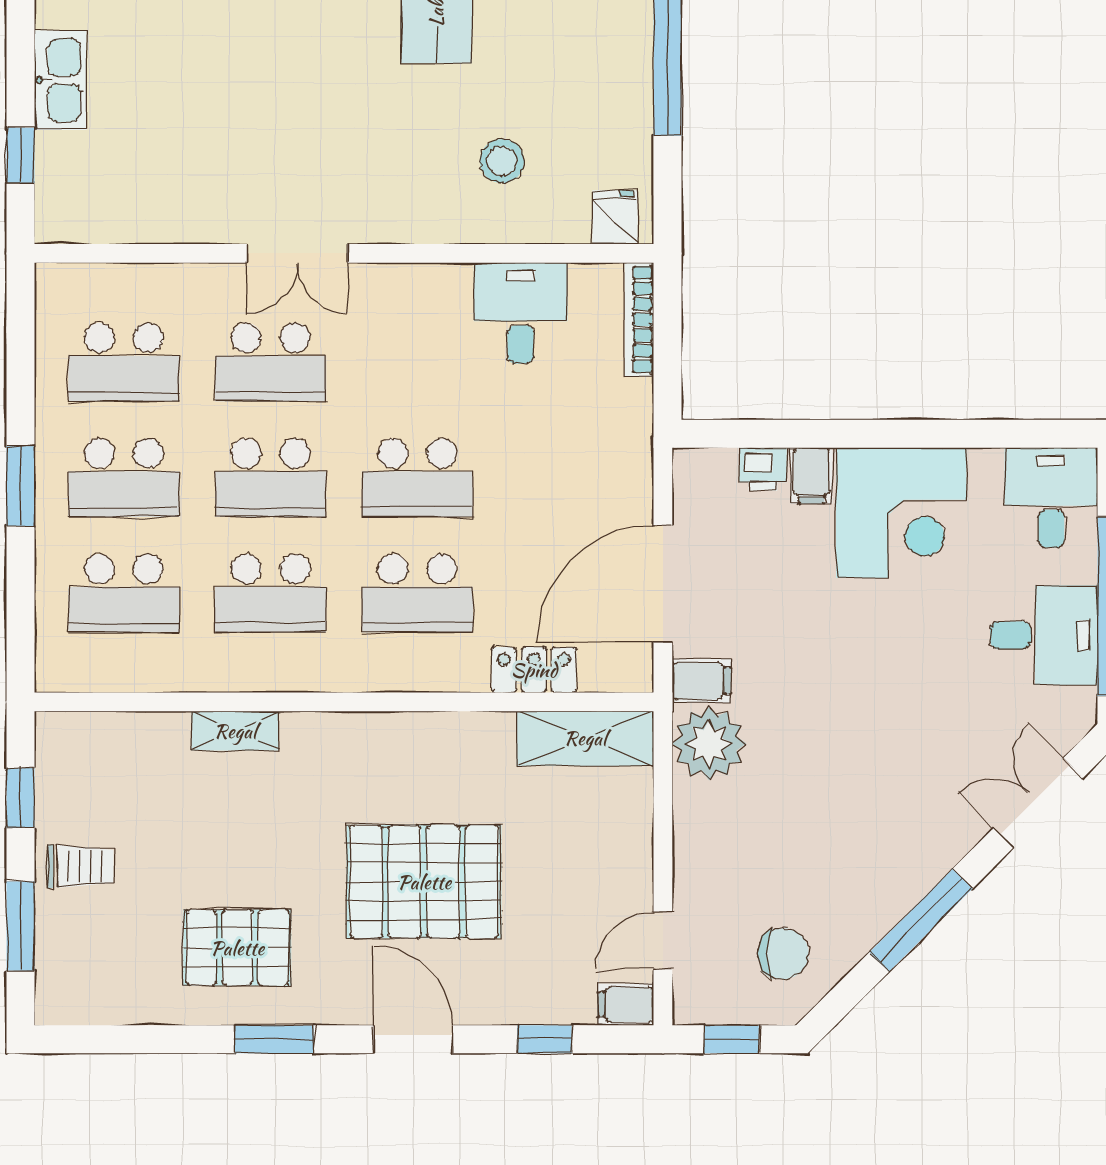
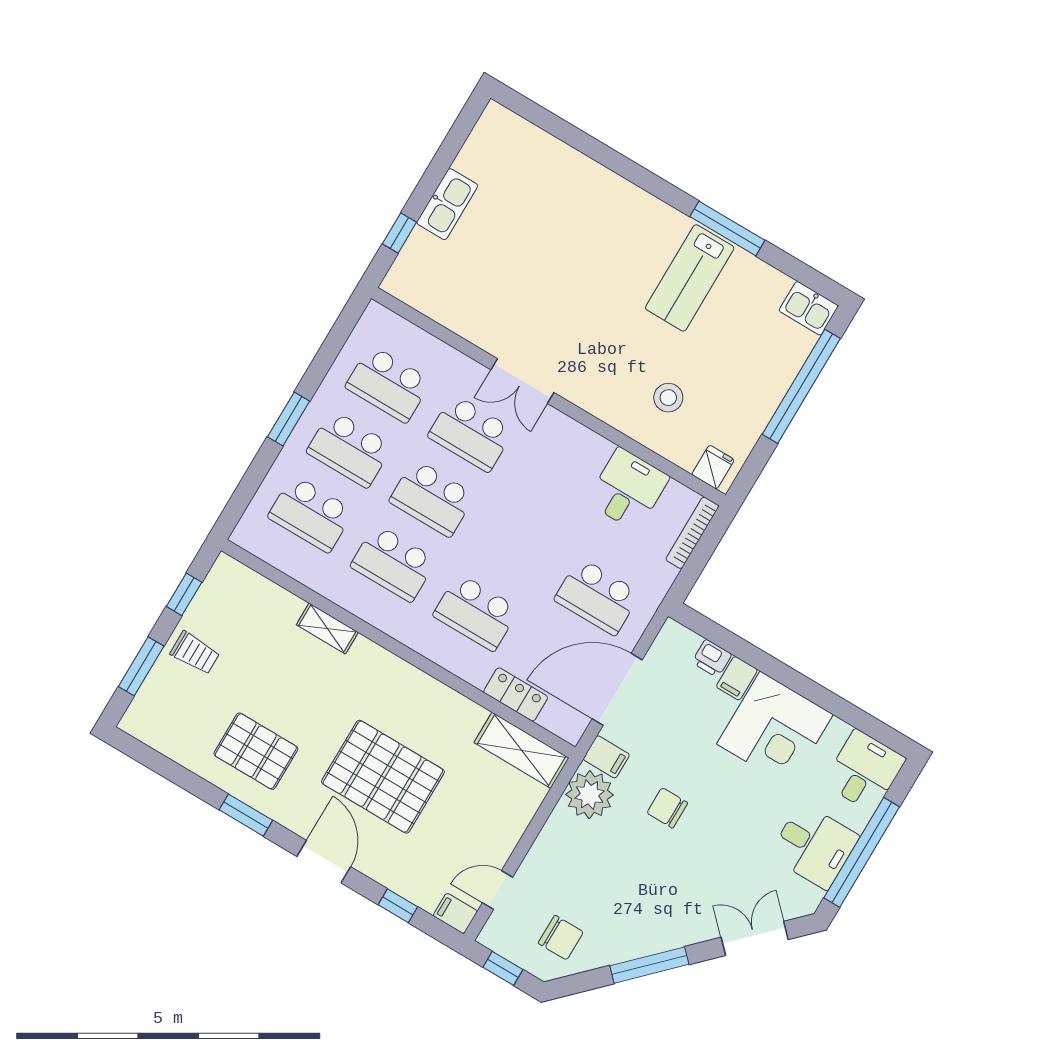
school desk: (417, 478) -> (597, 597), moved
chair: (821, 700) -> (667, 808), added

